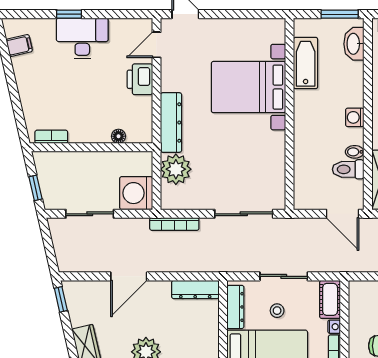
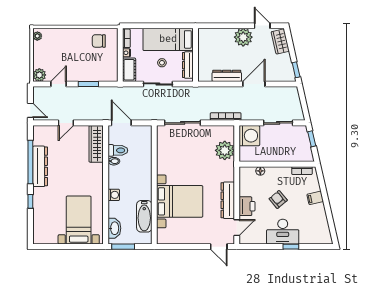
filing cabinet: (19, 45) -> (315, 198), moved
armchair: (90, 90) -> (278, 199), added
washing machine: (355, 117) -> (114, 195), moved
dresser: (171, 123) -> (228, 200), moved
dresser: (195, 290) -> (227, 76), moved

